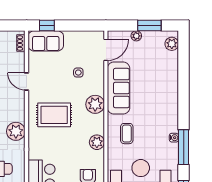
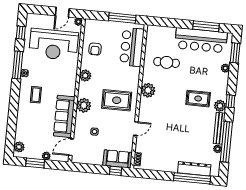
door: (27, 81) -> (136, 129), hinge flipped
coffee table: (127, 134) -> (36, 95), moved

